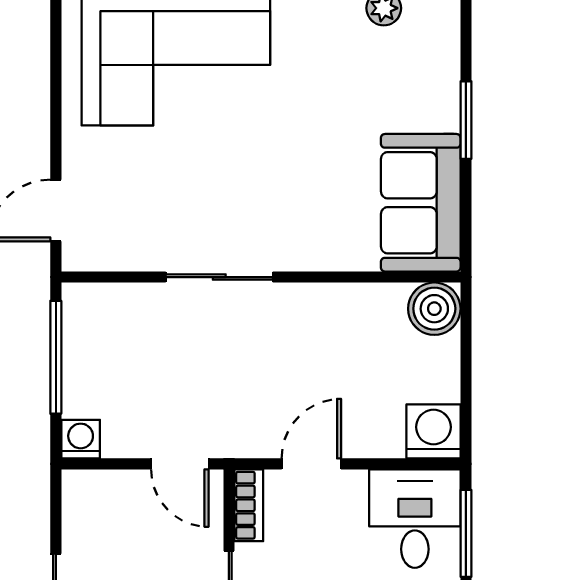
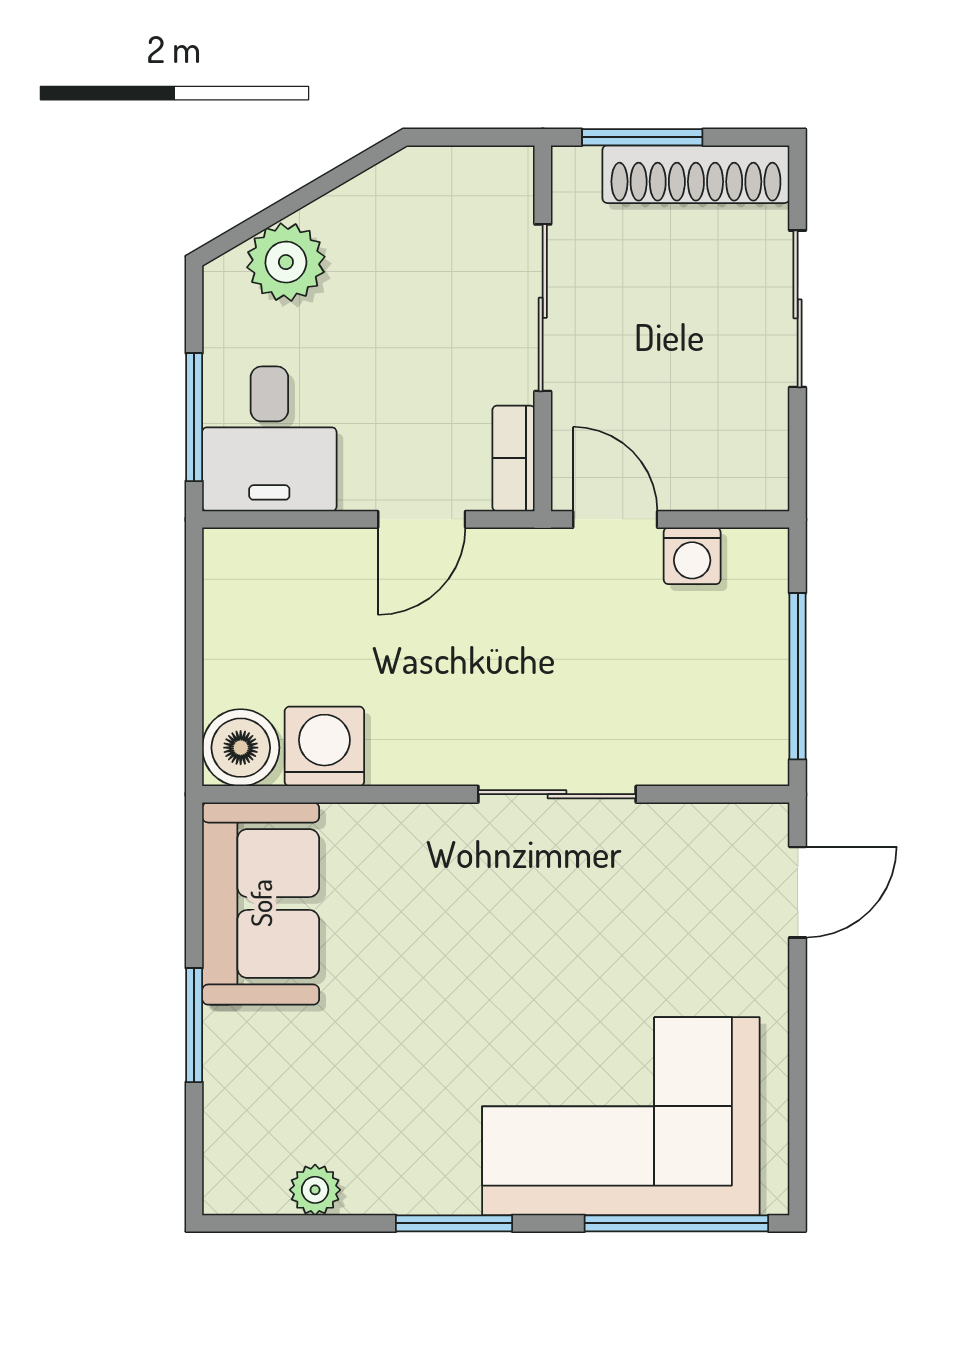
washing machine: (433, 431) -> (324, 746), moved, turned 180
washing machine: (81, 439) -> (692, 556), moved

